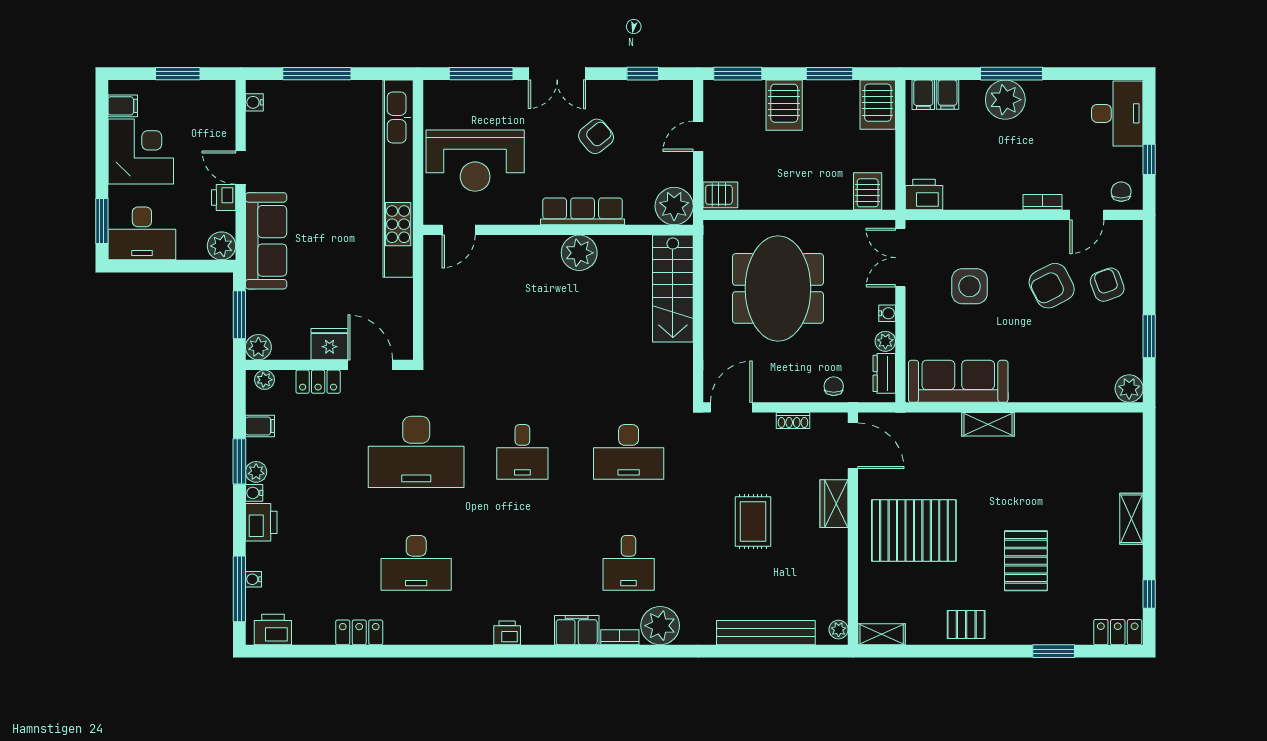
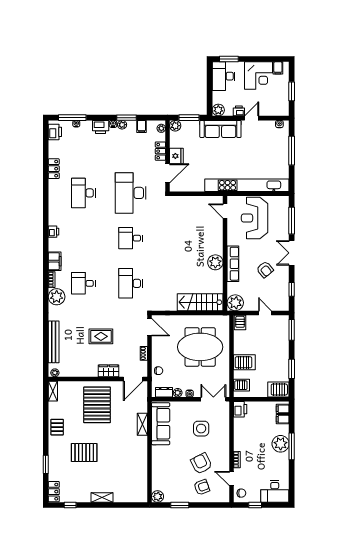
server rack: (784, 105) -> (244, 362), moved, turned 180
shelving: (988, 424) -> (142, 424), moved

